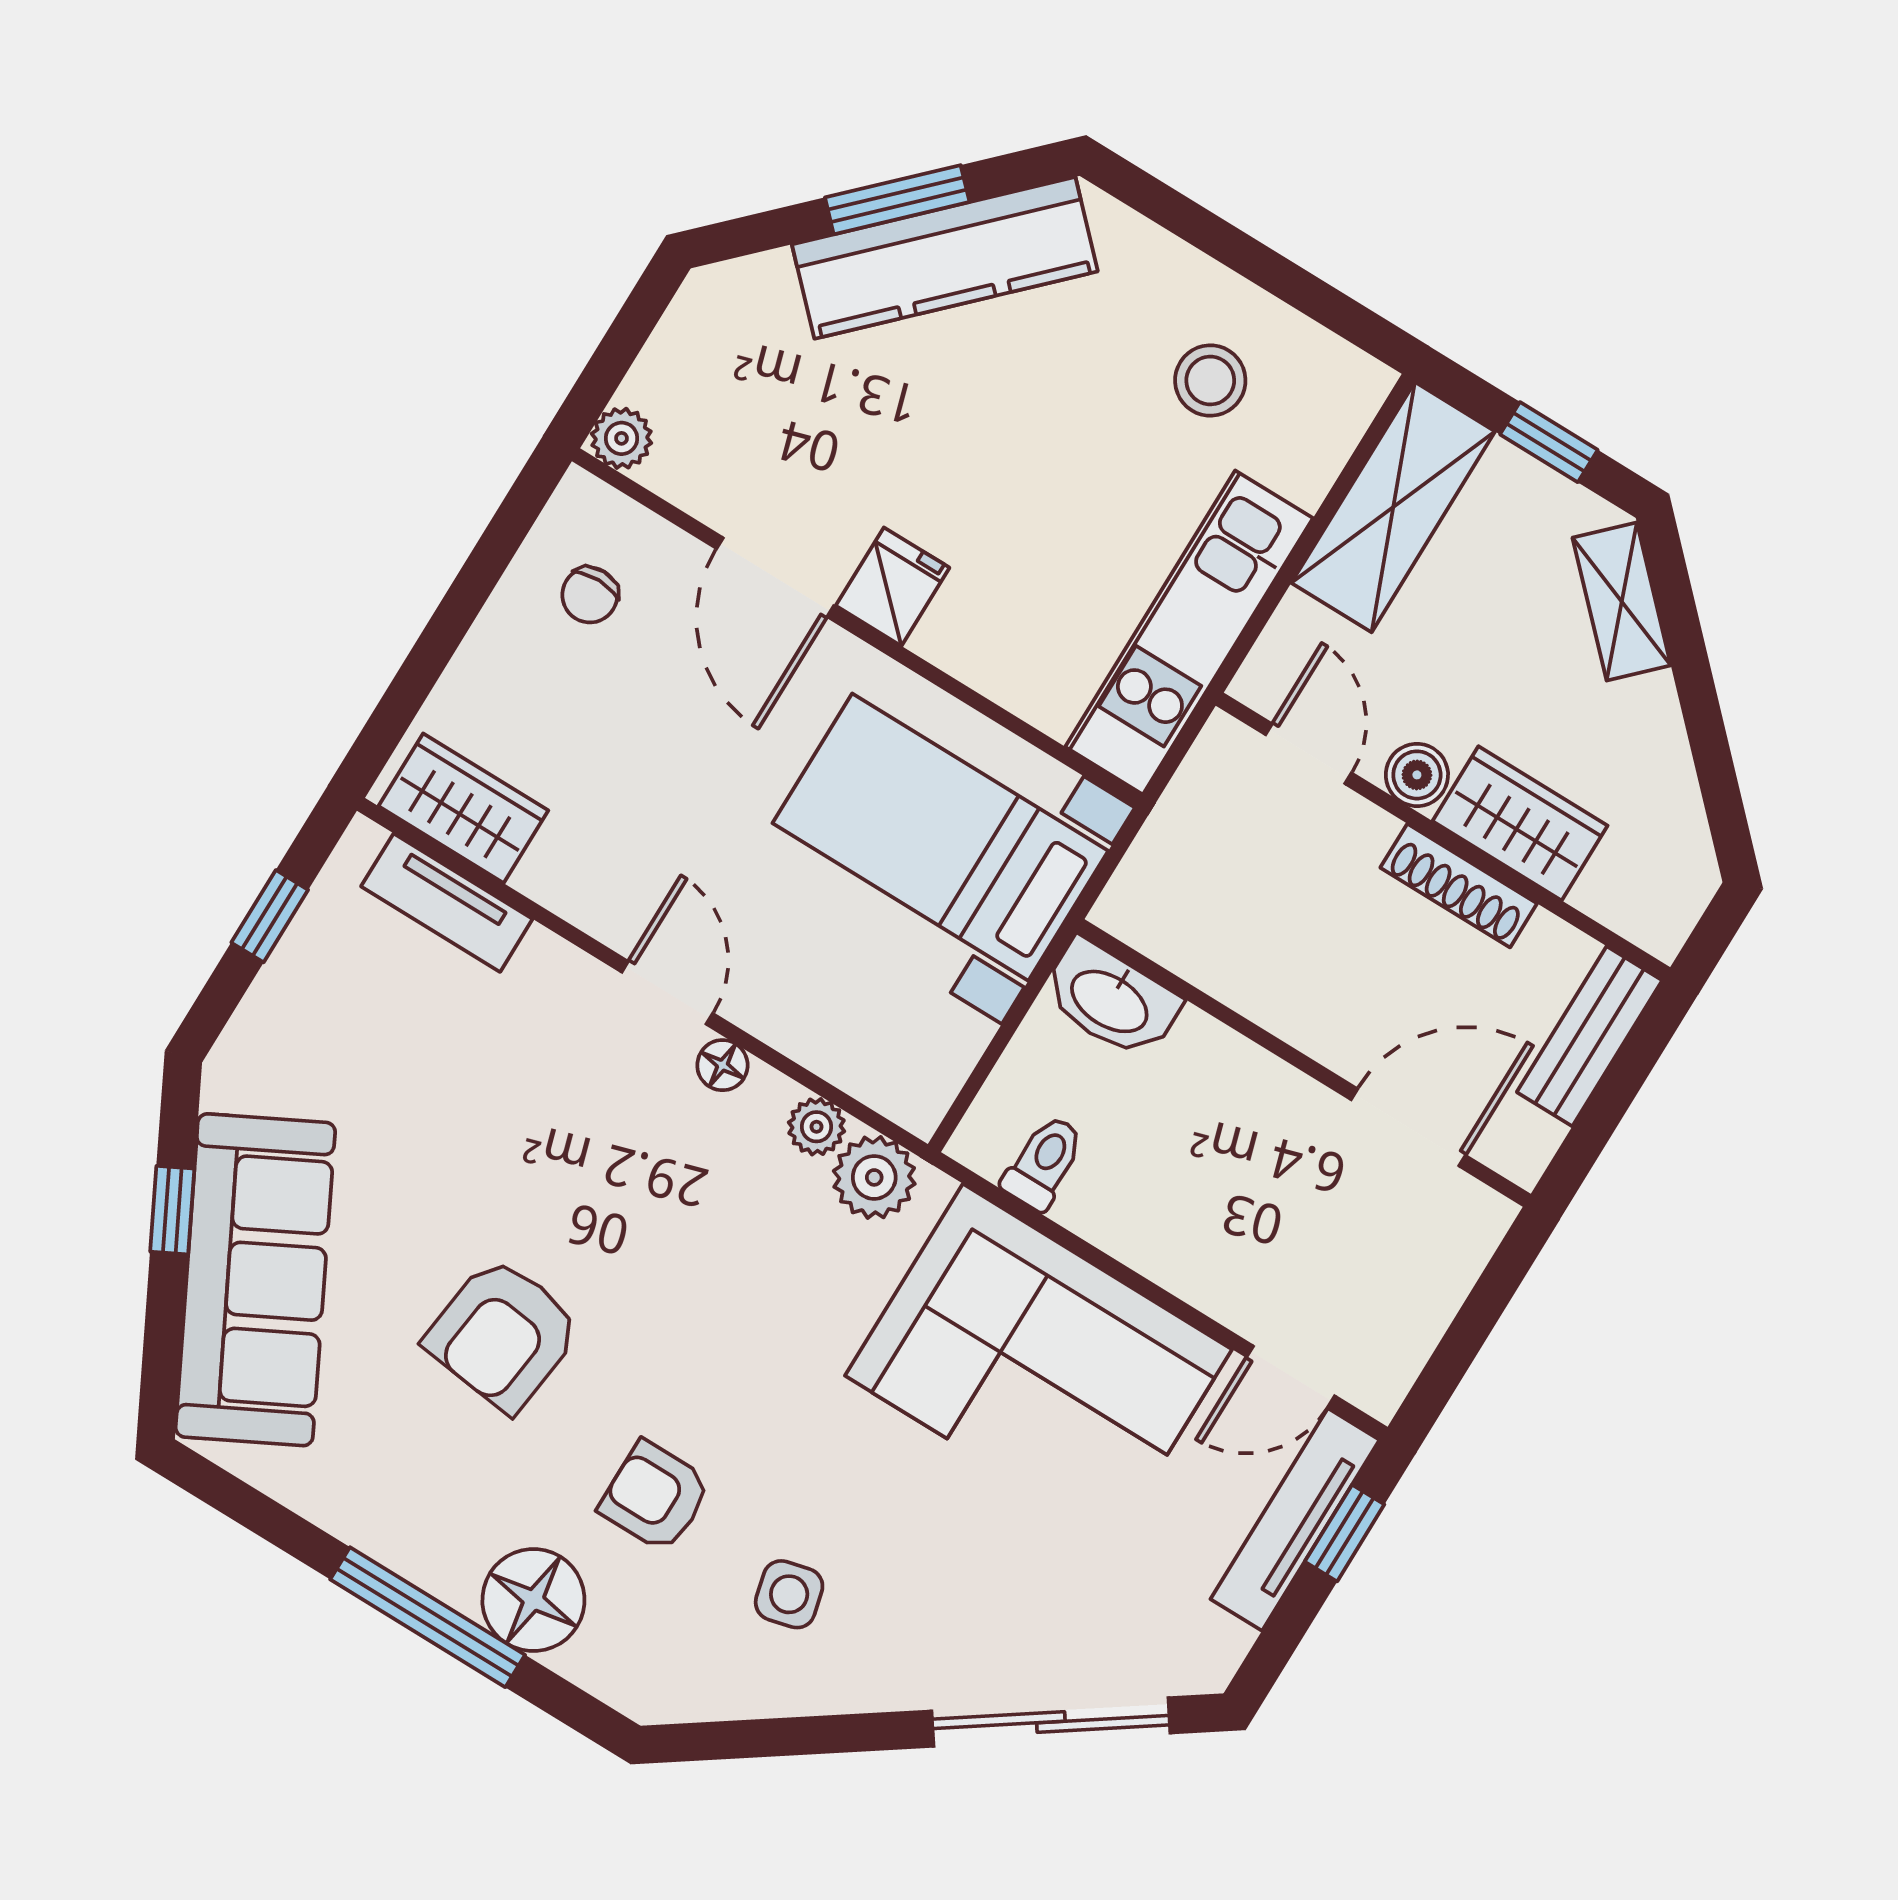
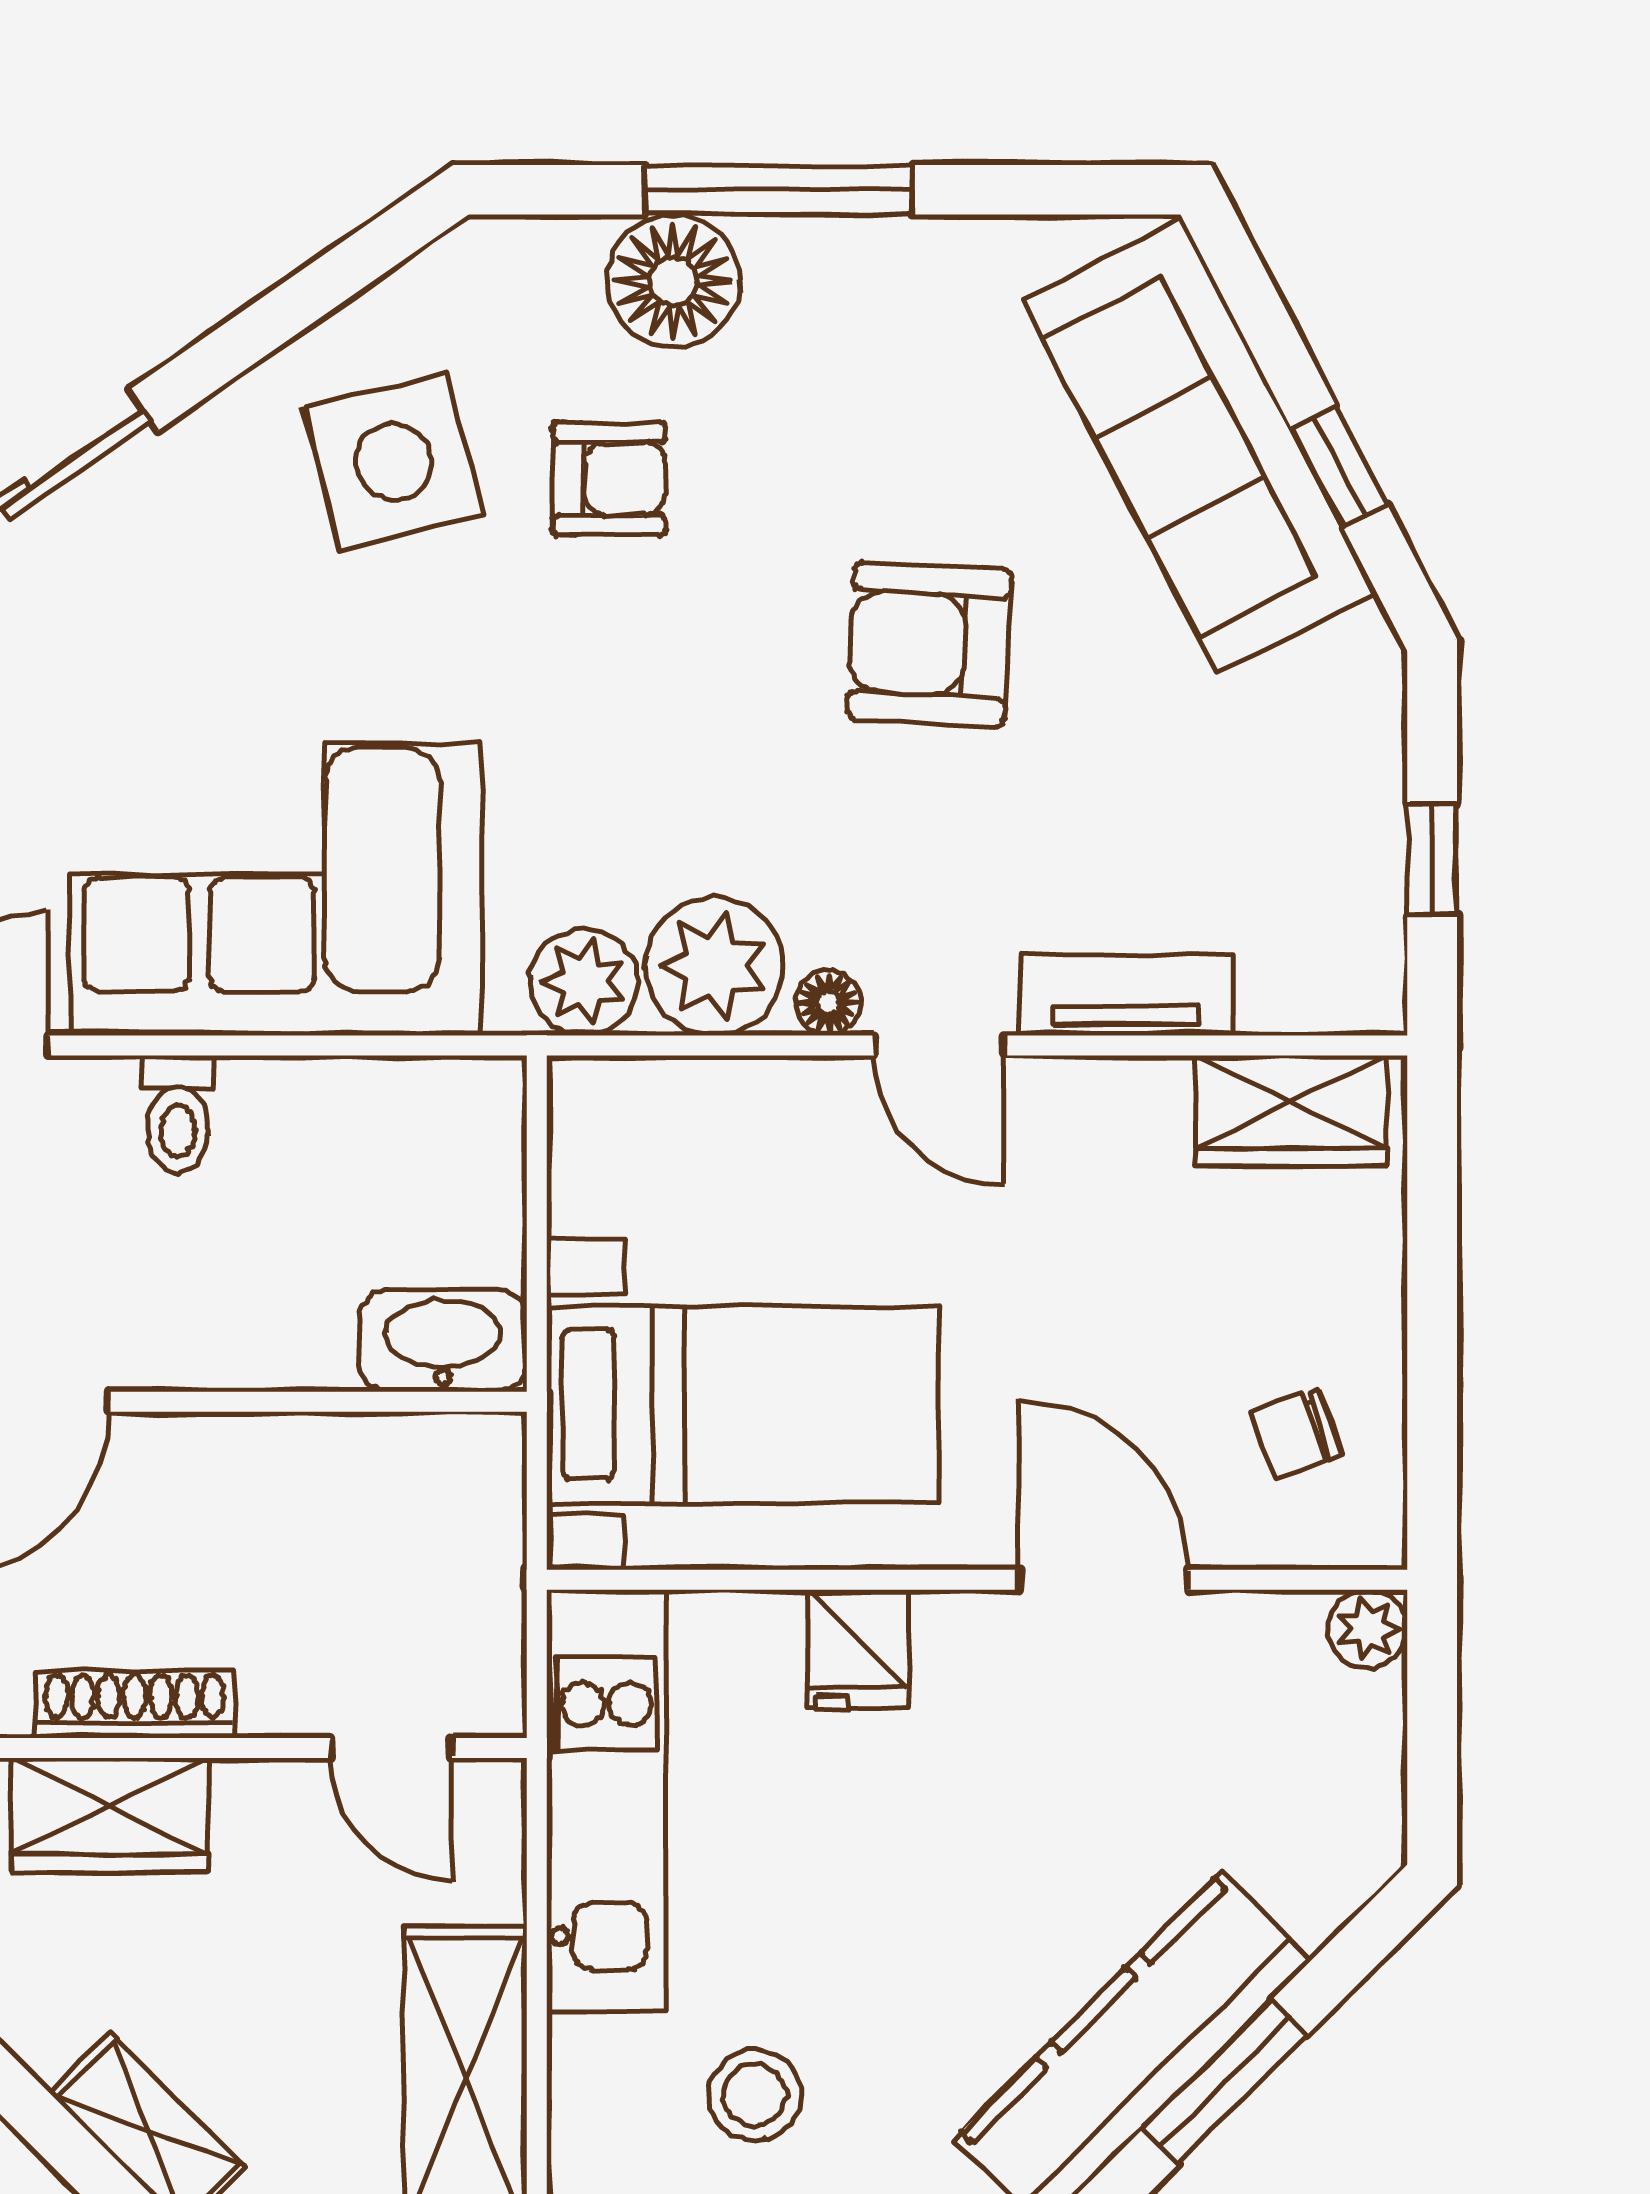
fridge: (893, 587) -> (858, 1650), moved
chair: (590, 595) -> (1296, 1434), turned -109
boiler: (1417, 775) -> (256, 1798), removed
tv unit: (447, 903) -> (1126, 995), moved
plant: (816, 1127) -> (714, 966), width x1.88, depth x1.88
toilet: (1044, 1163) -> (178, 1114), moved
armchair: (503, 1334) -> (930, 644), moved, turned -94
side table: (789, 1594) -> (394, 462), width x1.87, depth x1.87

